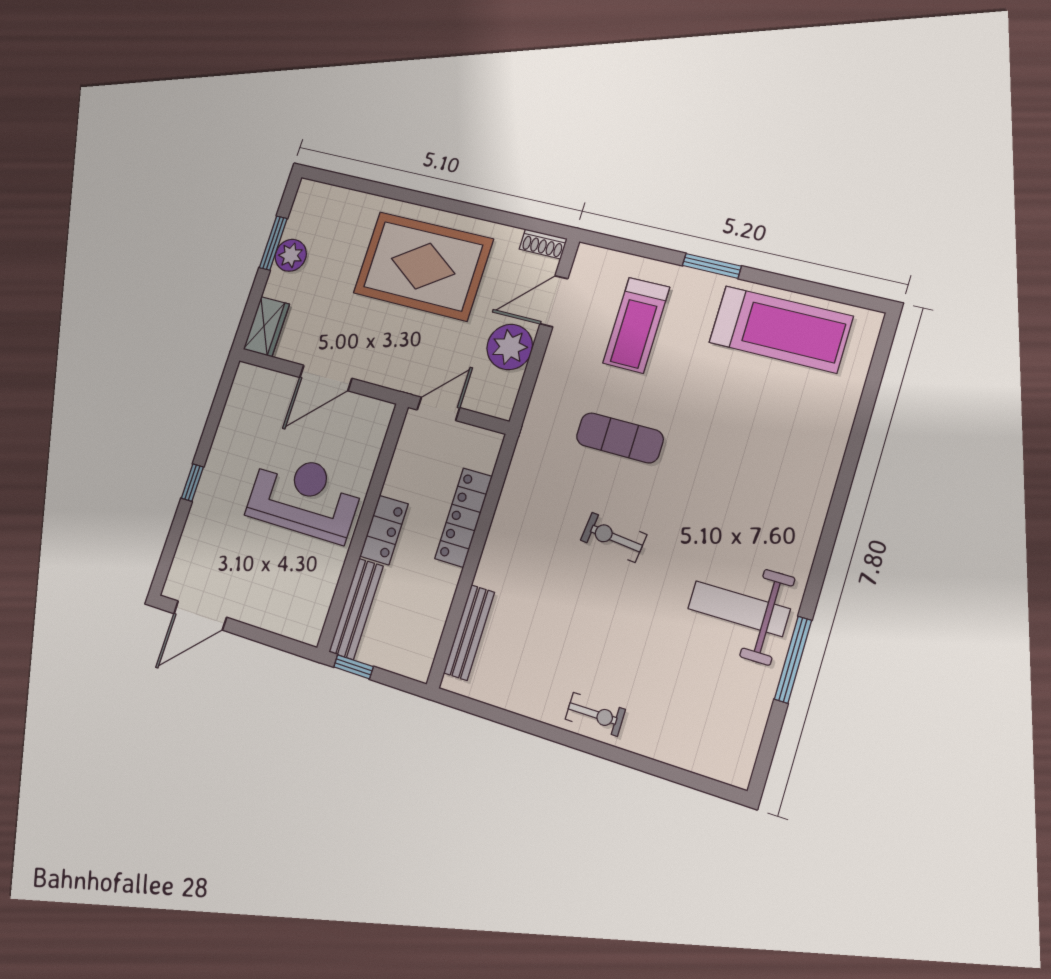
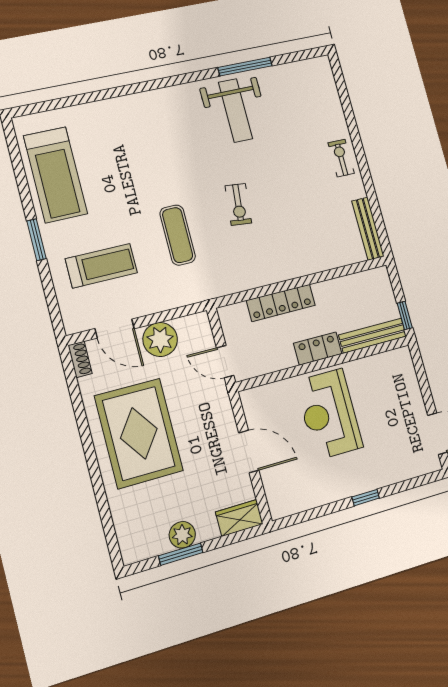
treadmill: (781, 329) -> (55, 175), turned 180
bench: (469, 633) -> (368, 229), moved, turned 90

